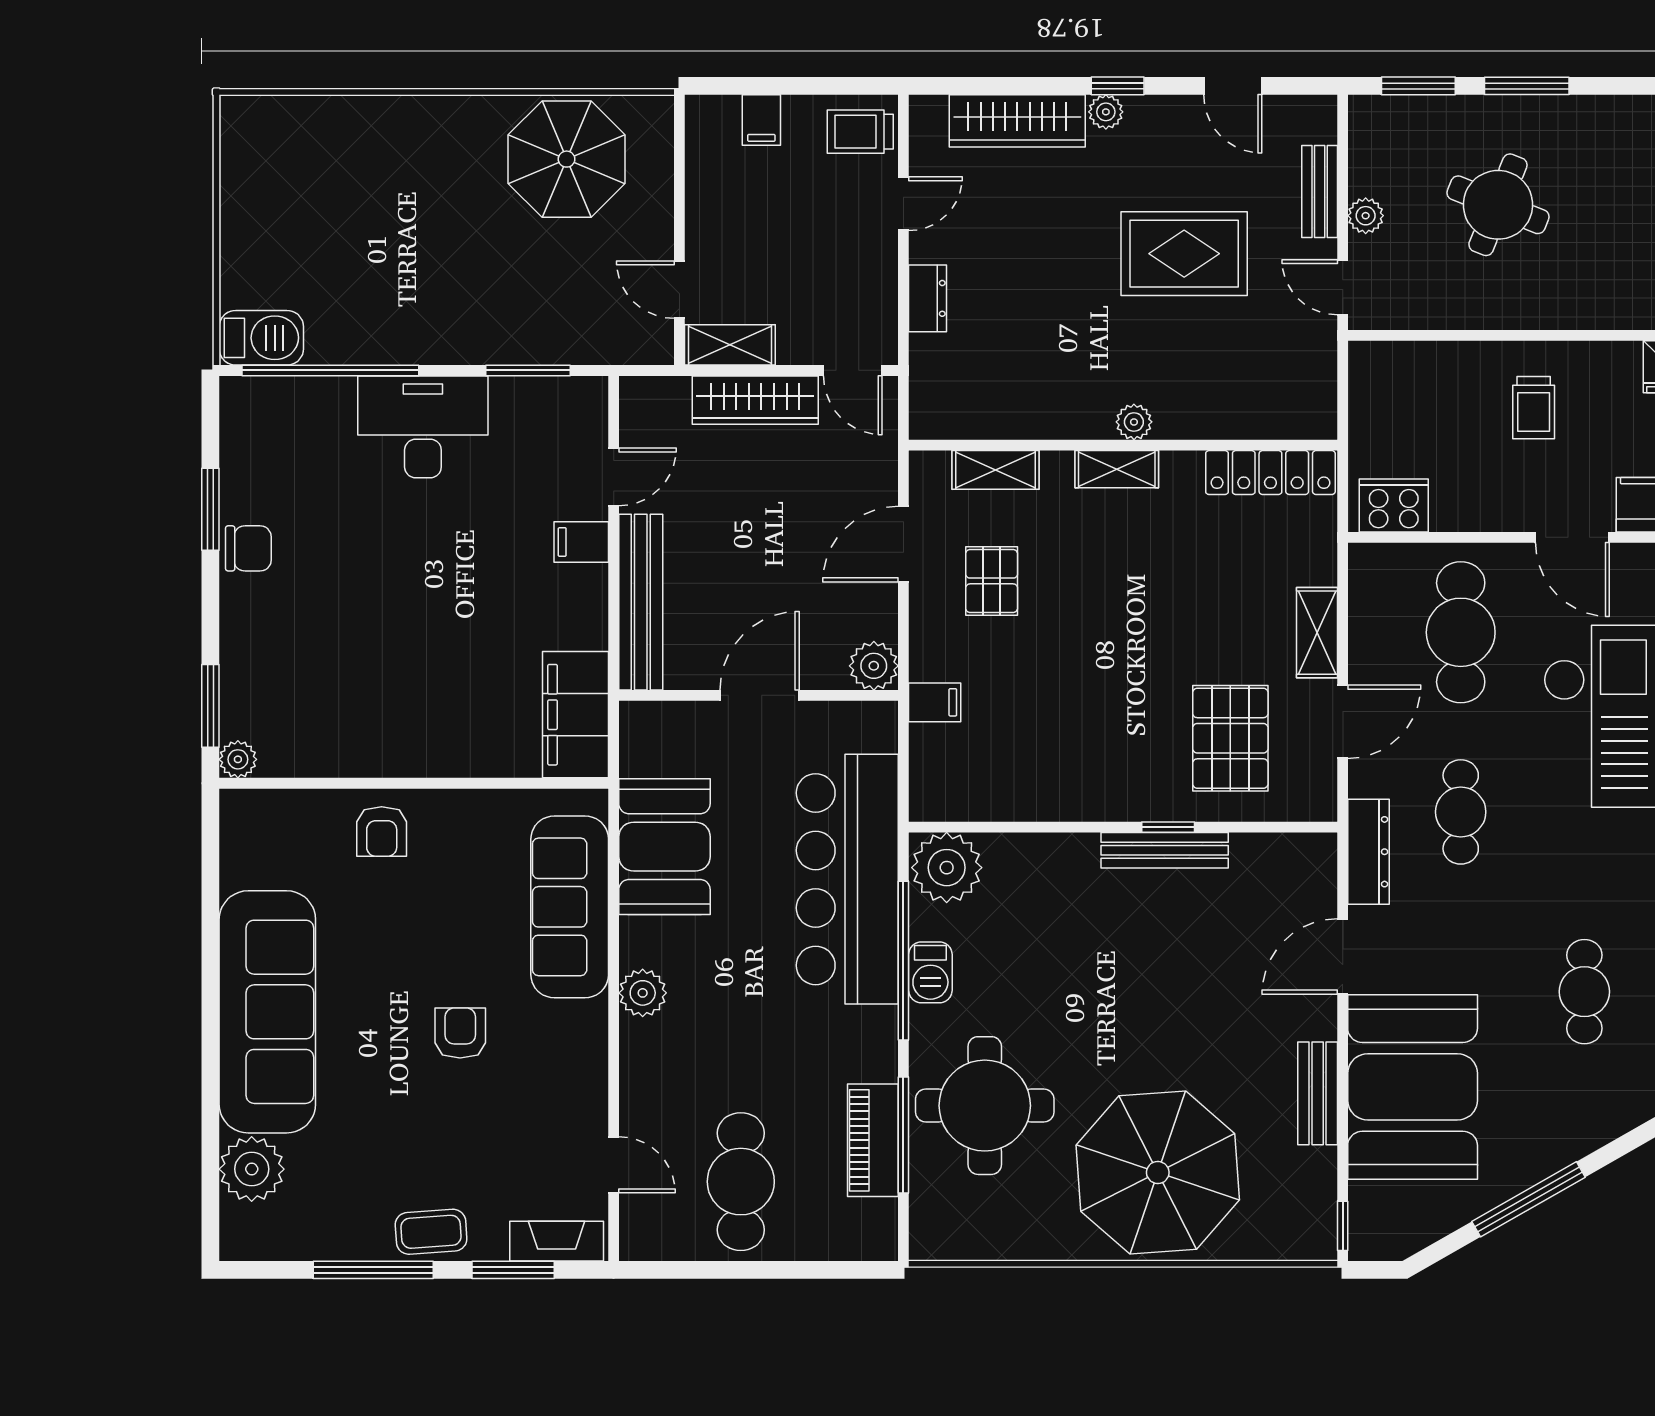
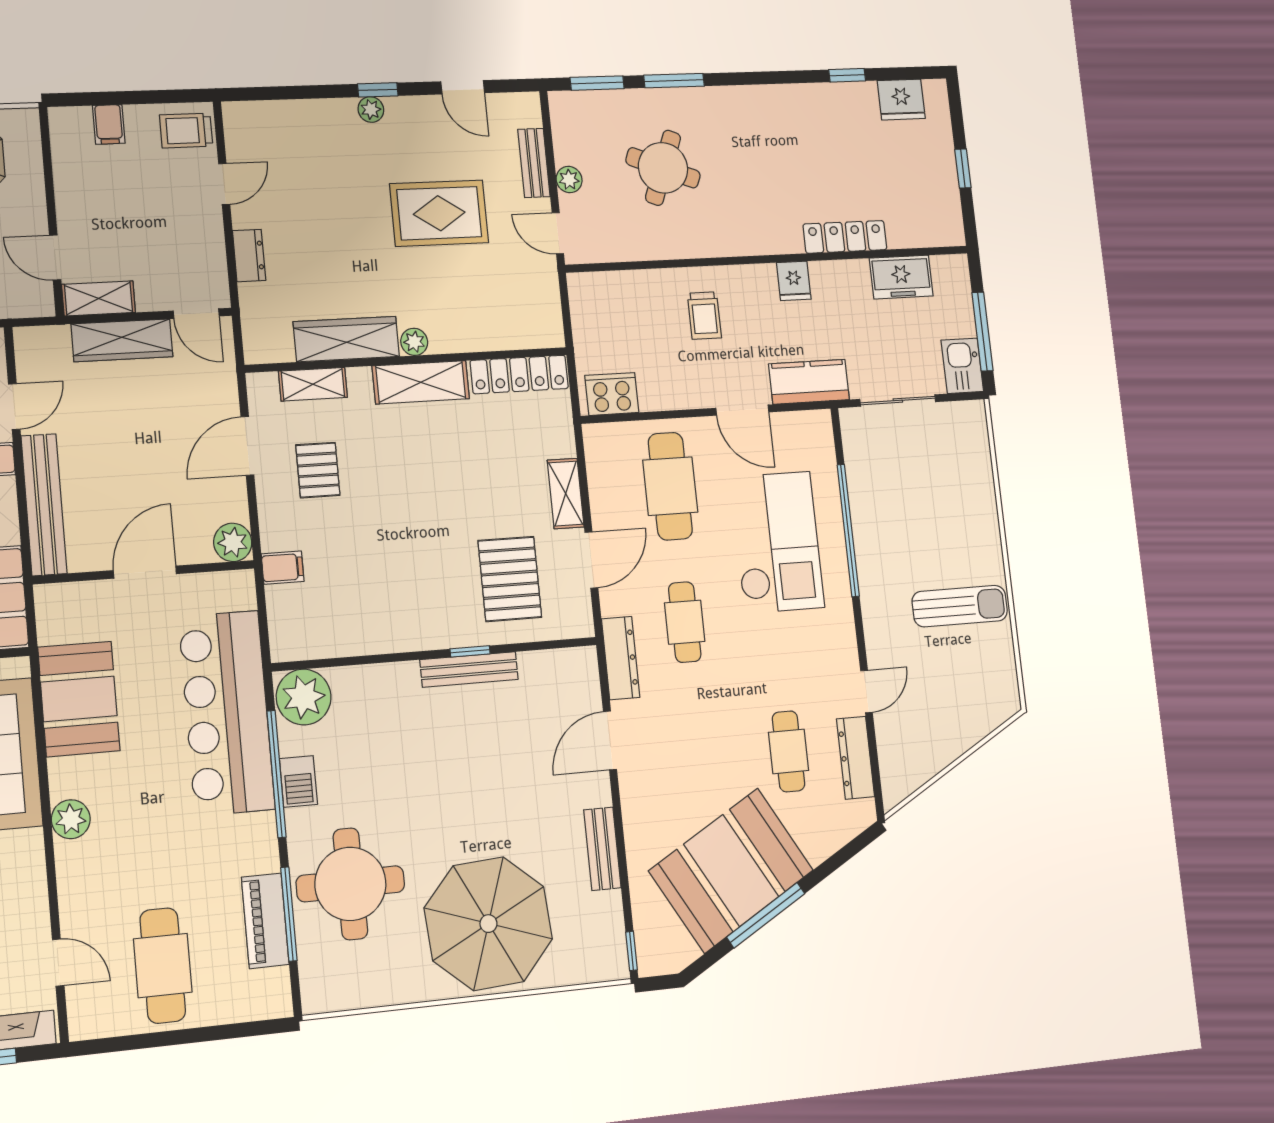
wardrobe: (1017, 121) -> (346, 339), moved, turned 180
shelving: (1117, 469) -> (421, 382), width x1.50, depth x1.33
booth: (1413, 1087) -> (731, 870), moved, turned 60

